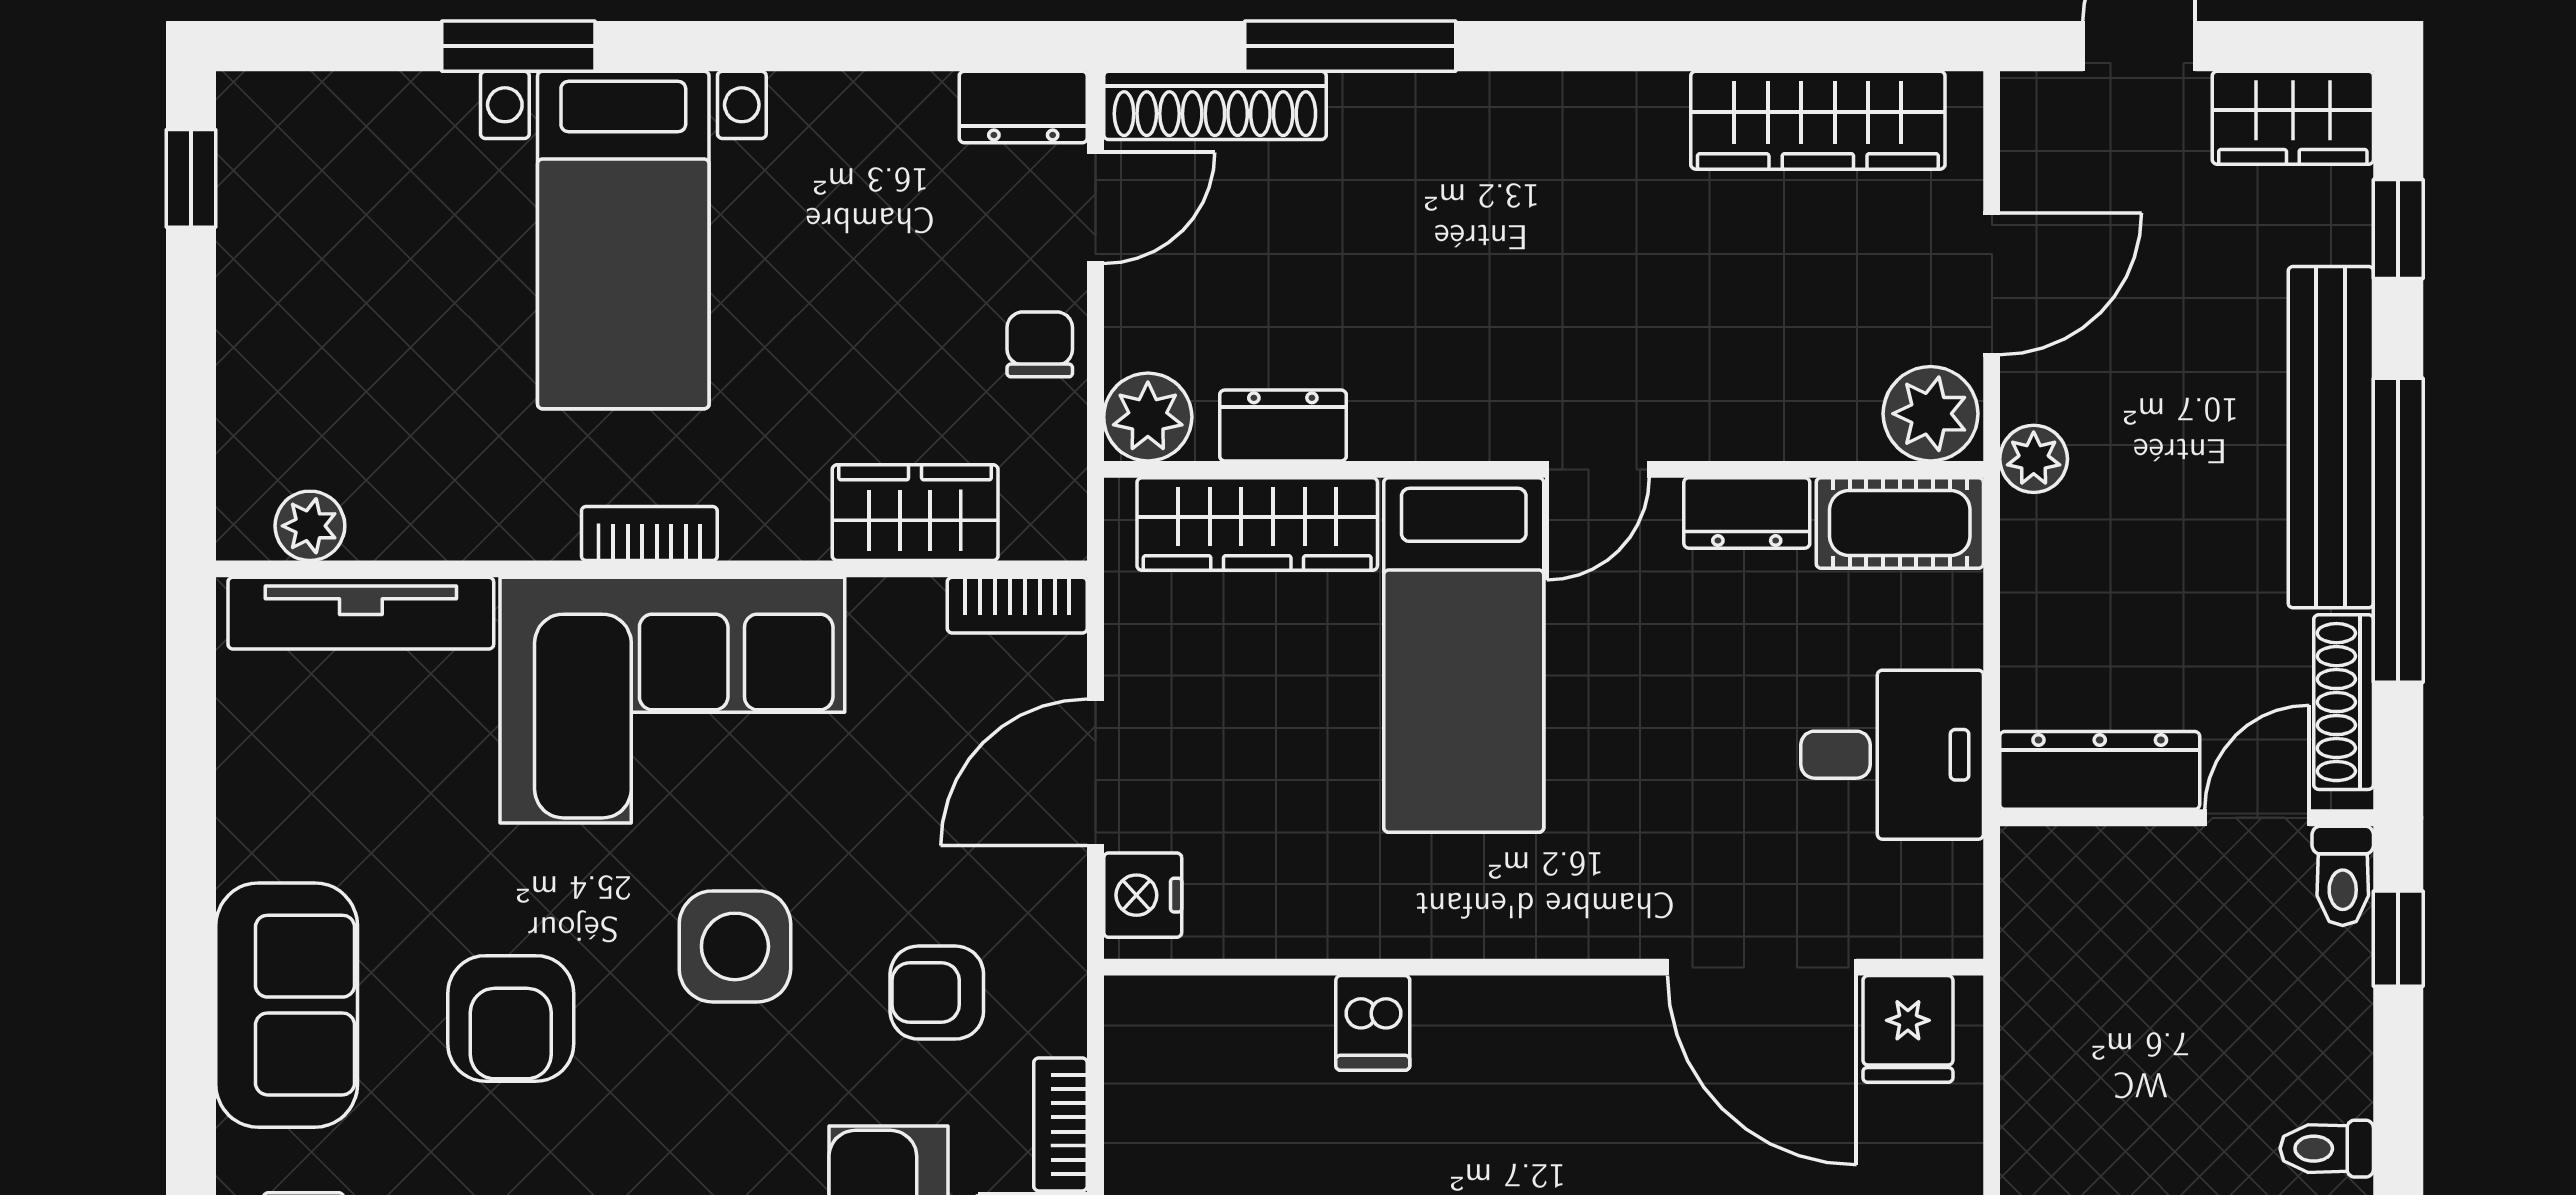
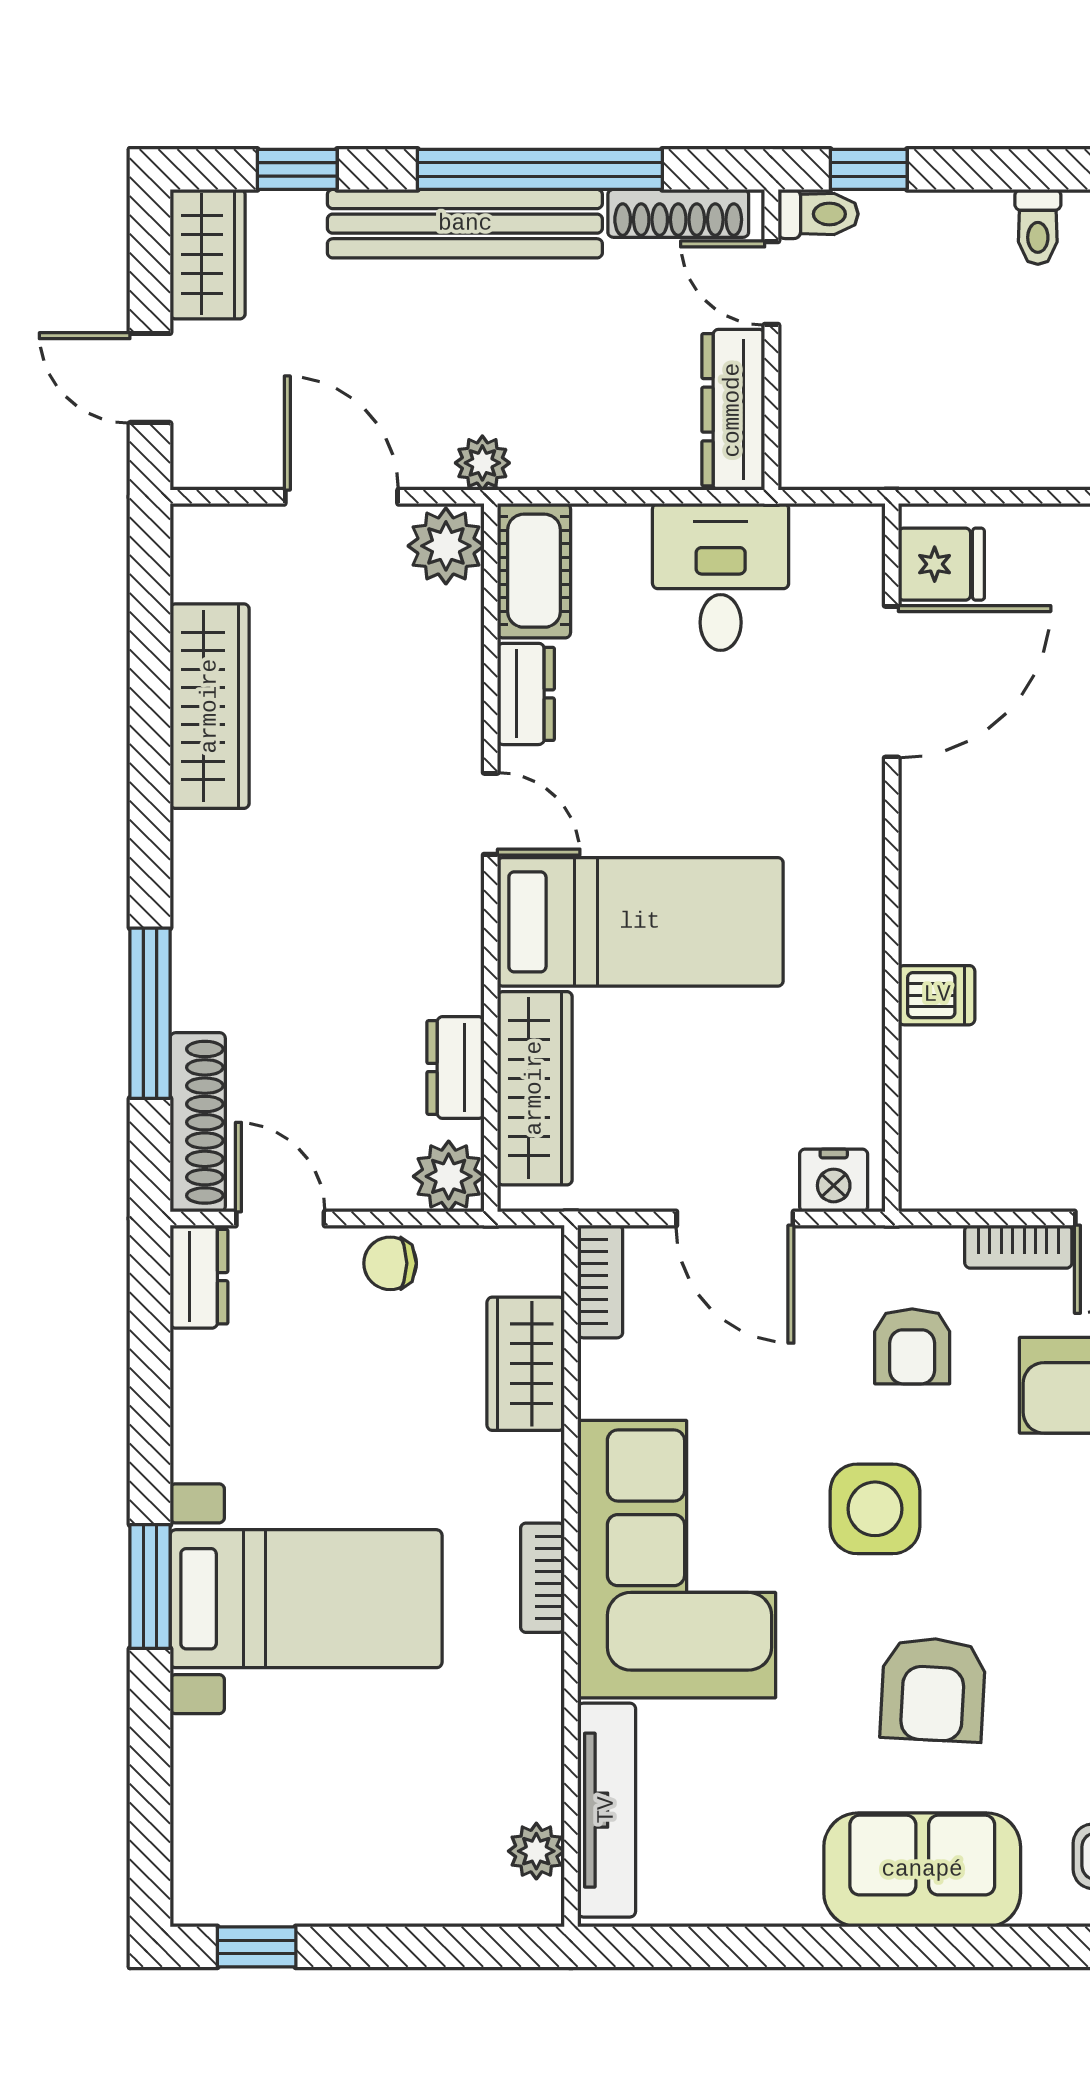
window: (518, 46) -> (150, 1587), moved
wardrobe: (1818, 120) -> (210, 706), moved
armchair: (511, 1018) -> (933, 1689), turned 93

